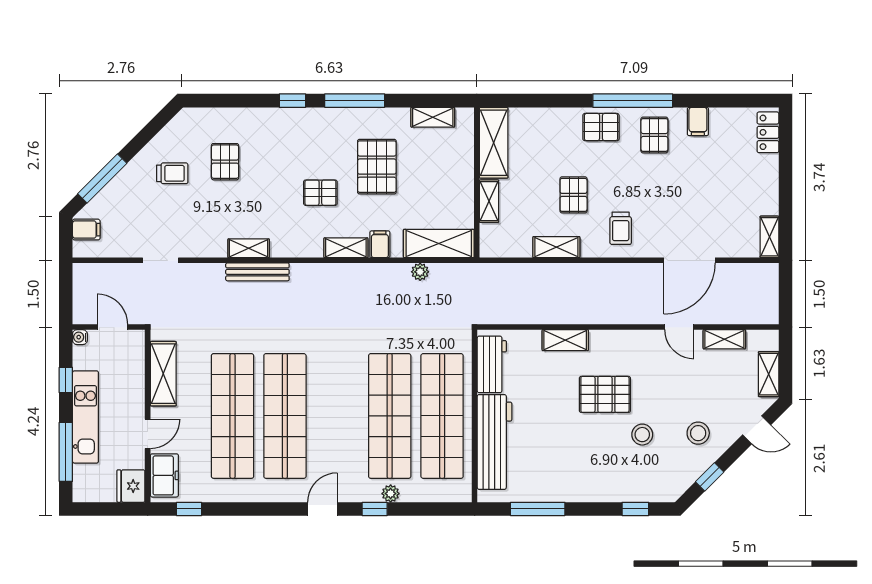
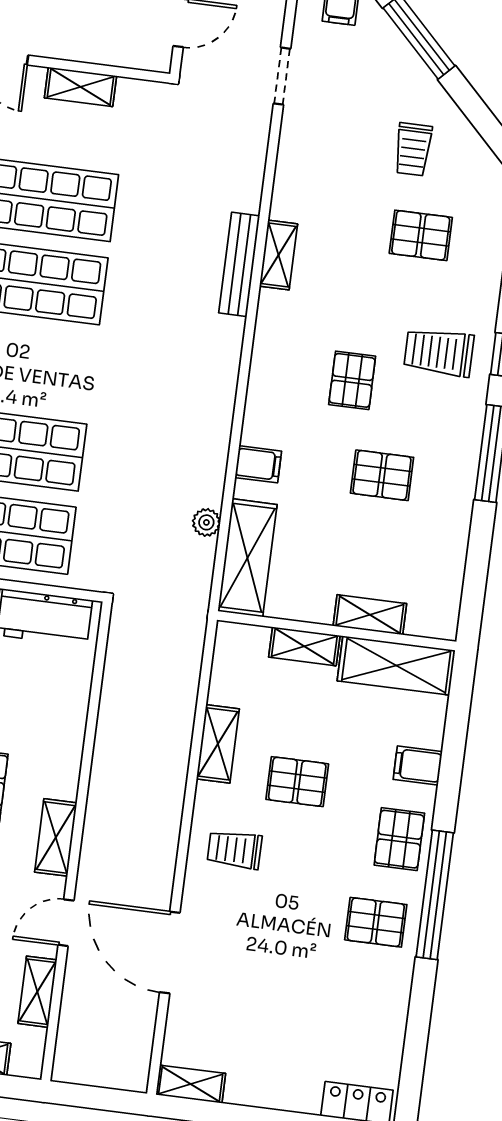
shelving: (433, 117) -> (370, 615), moved, turned 90
filing cabinet: (698, 121) -> (418, 765), moved
trolley: (296, 141) -> (439, 352), added
pallet: (377, 167) -> (382, 475), width x0.67, depth x0.71
shelving: (346, 248) -> (260, 410), removed
doorway: (161, 260) -> (282, 76), moved
shelving: (565, 340) -> (56, 837), moved
shelving: (163, 374) -> (80, 87), width x0.67, depth x0.75

